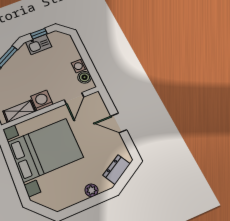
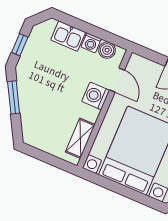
kitchen sink: (39, 44) -> (68, 36), moved, turned 90
washing machine: (42, 100) -> (96, 96), moved

